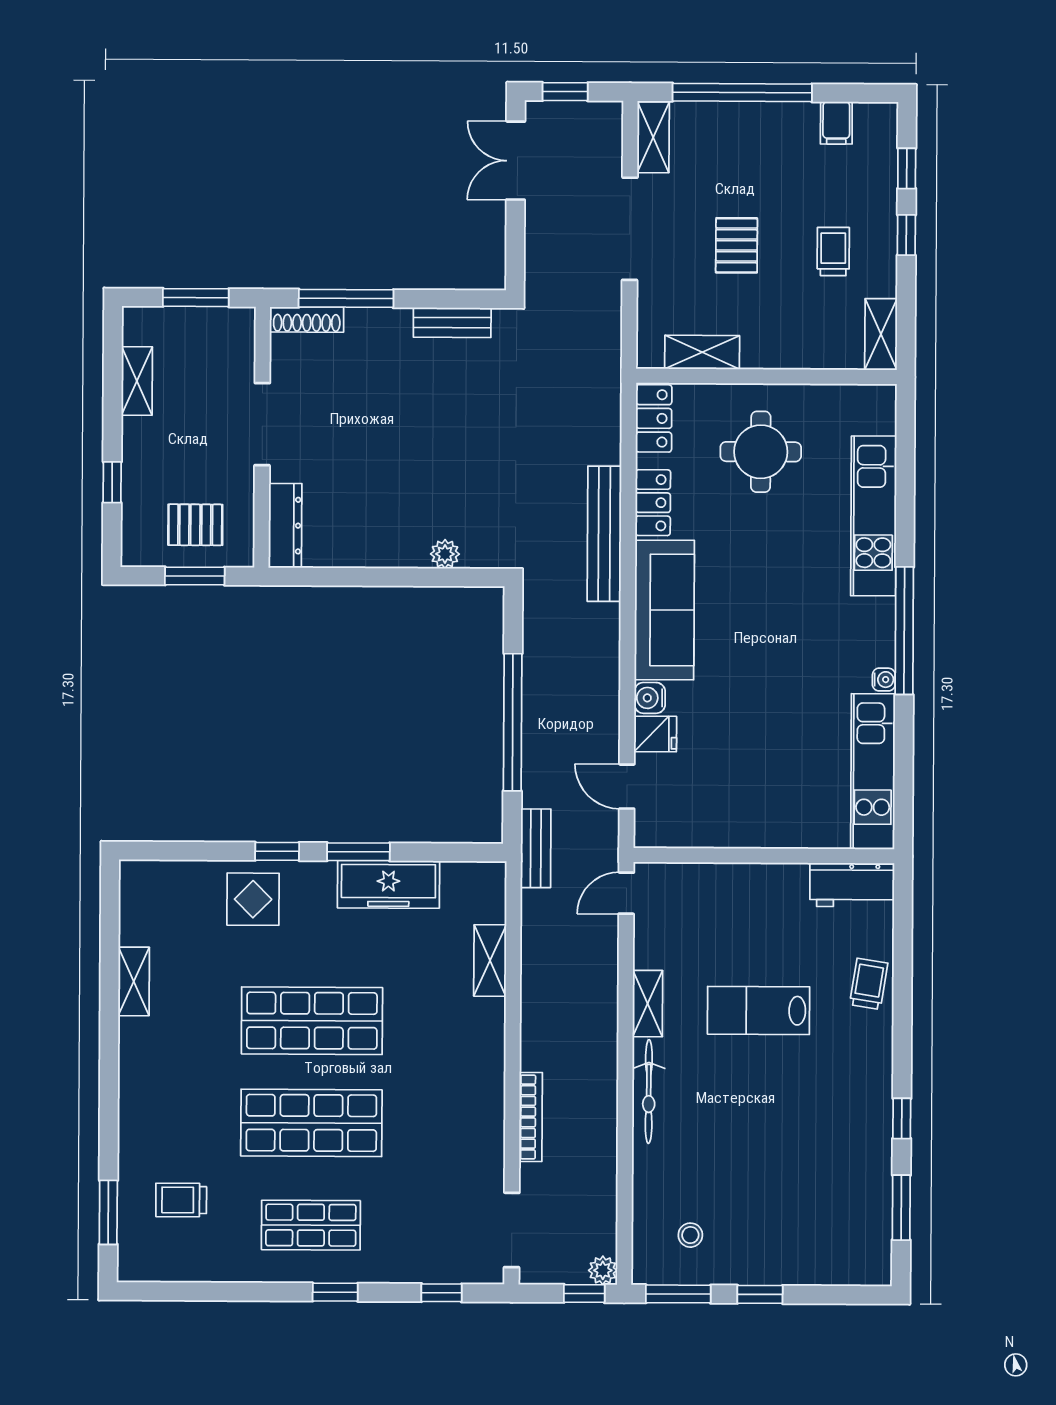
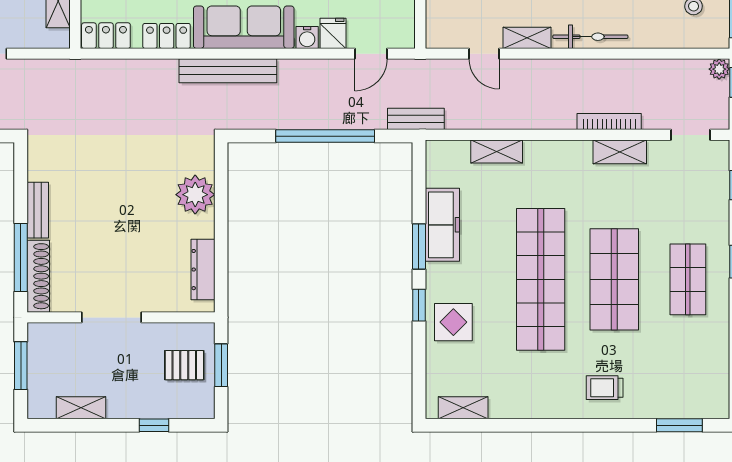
shoe rack: (307, 320) -> (38, 276), width x1.36, depth x1.24
bench: (452, 323) -> (38, 210), moved
pallet: (195, 525) -> (184, 365), turned 90
dresser: (285, 526) -> (203, 270), moved, turned -90
bench: (604, 534) -> (228, 71), moved
plant: (445, 554) -> (195, 195), width x1.88, depth x1.88
door: (626, 893) -> (484, 54), moved
shelving: (134, 981) -> (463, 408), moved
shop shelf: (312, 1021) -> (541, 279), width x1.40
shelving: (488, 1132) -> (620, 152), added
trolley: (181, 1200) -> (605, 388), moved, turned 90
doorway: (512, 1230) -> (691, 135), width x0.73

